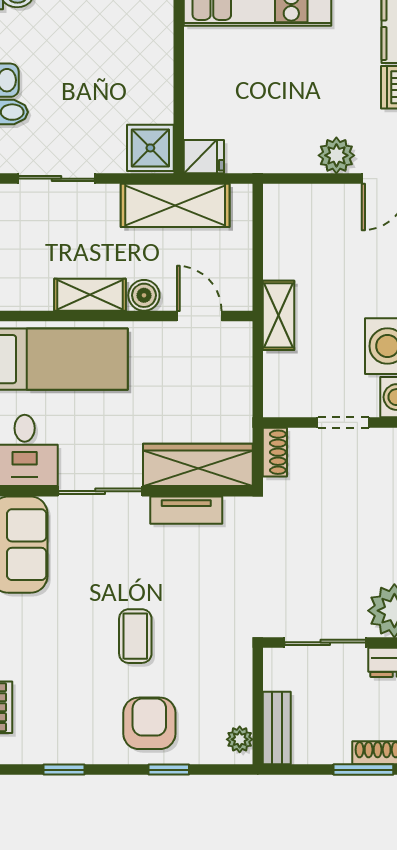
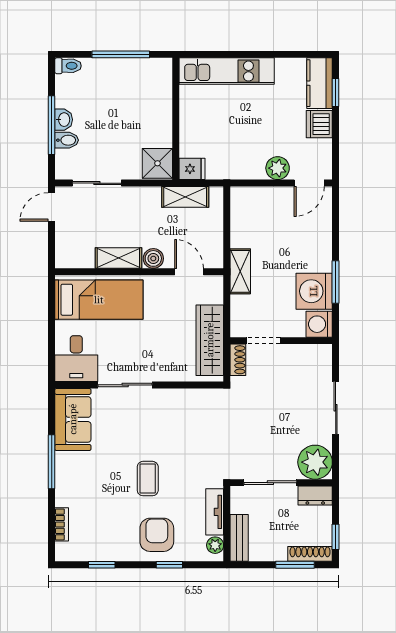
shelving: (175, 205) -> (185, 197), width x0.67, depth x0.75
doorway: (343, 422) -> (263, 341), moved
wardrobe: (198, 465) -> (210, 340), moved, turned -90
tv unit: (186, 510) -> (215, 512), moved, turned 90

